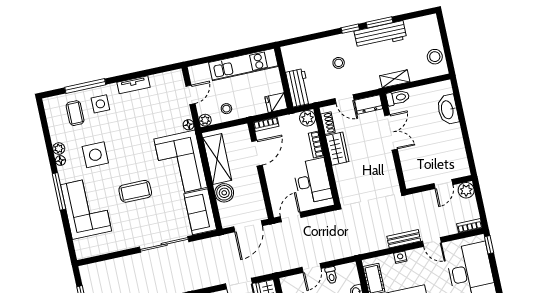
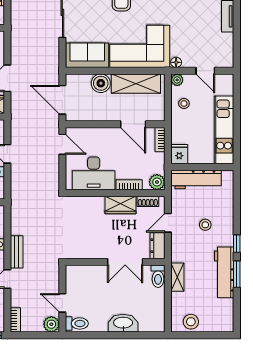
workbench: (298, 88) -> (196, 180), width x1.38
washbasin: (448, 110) -> (123, 323), moved
toilet: (460, 166) -> (77, 323), added

